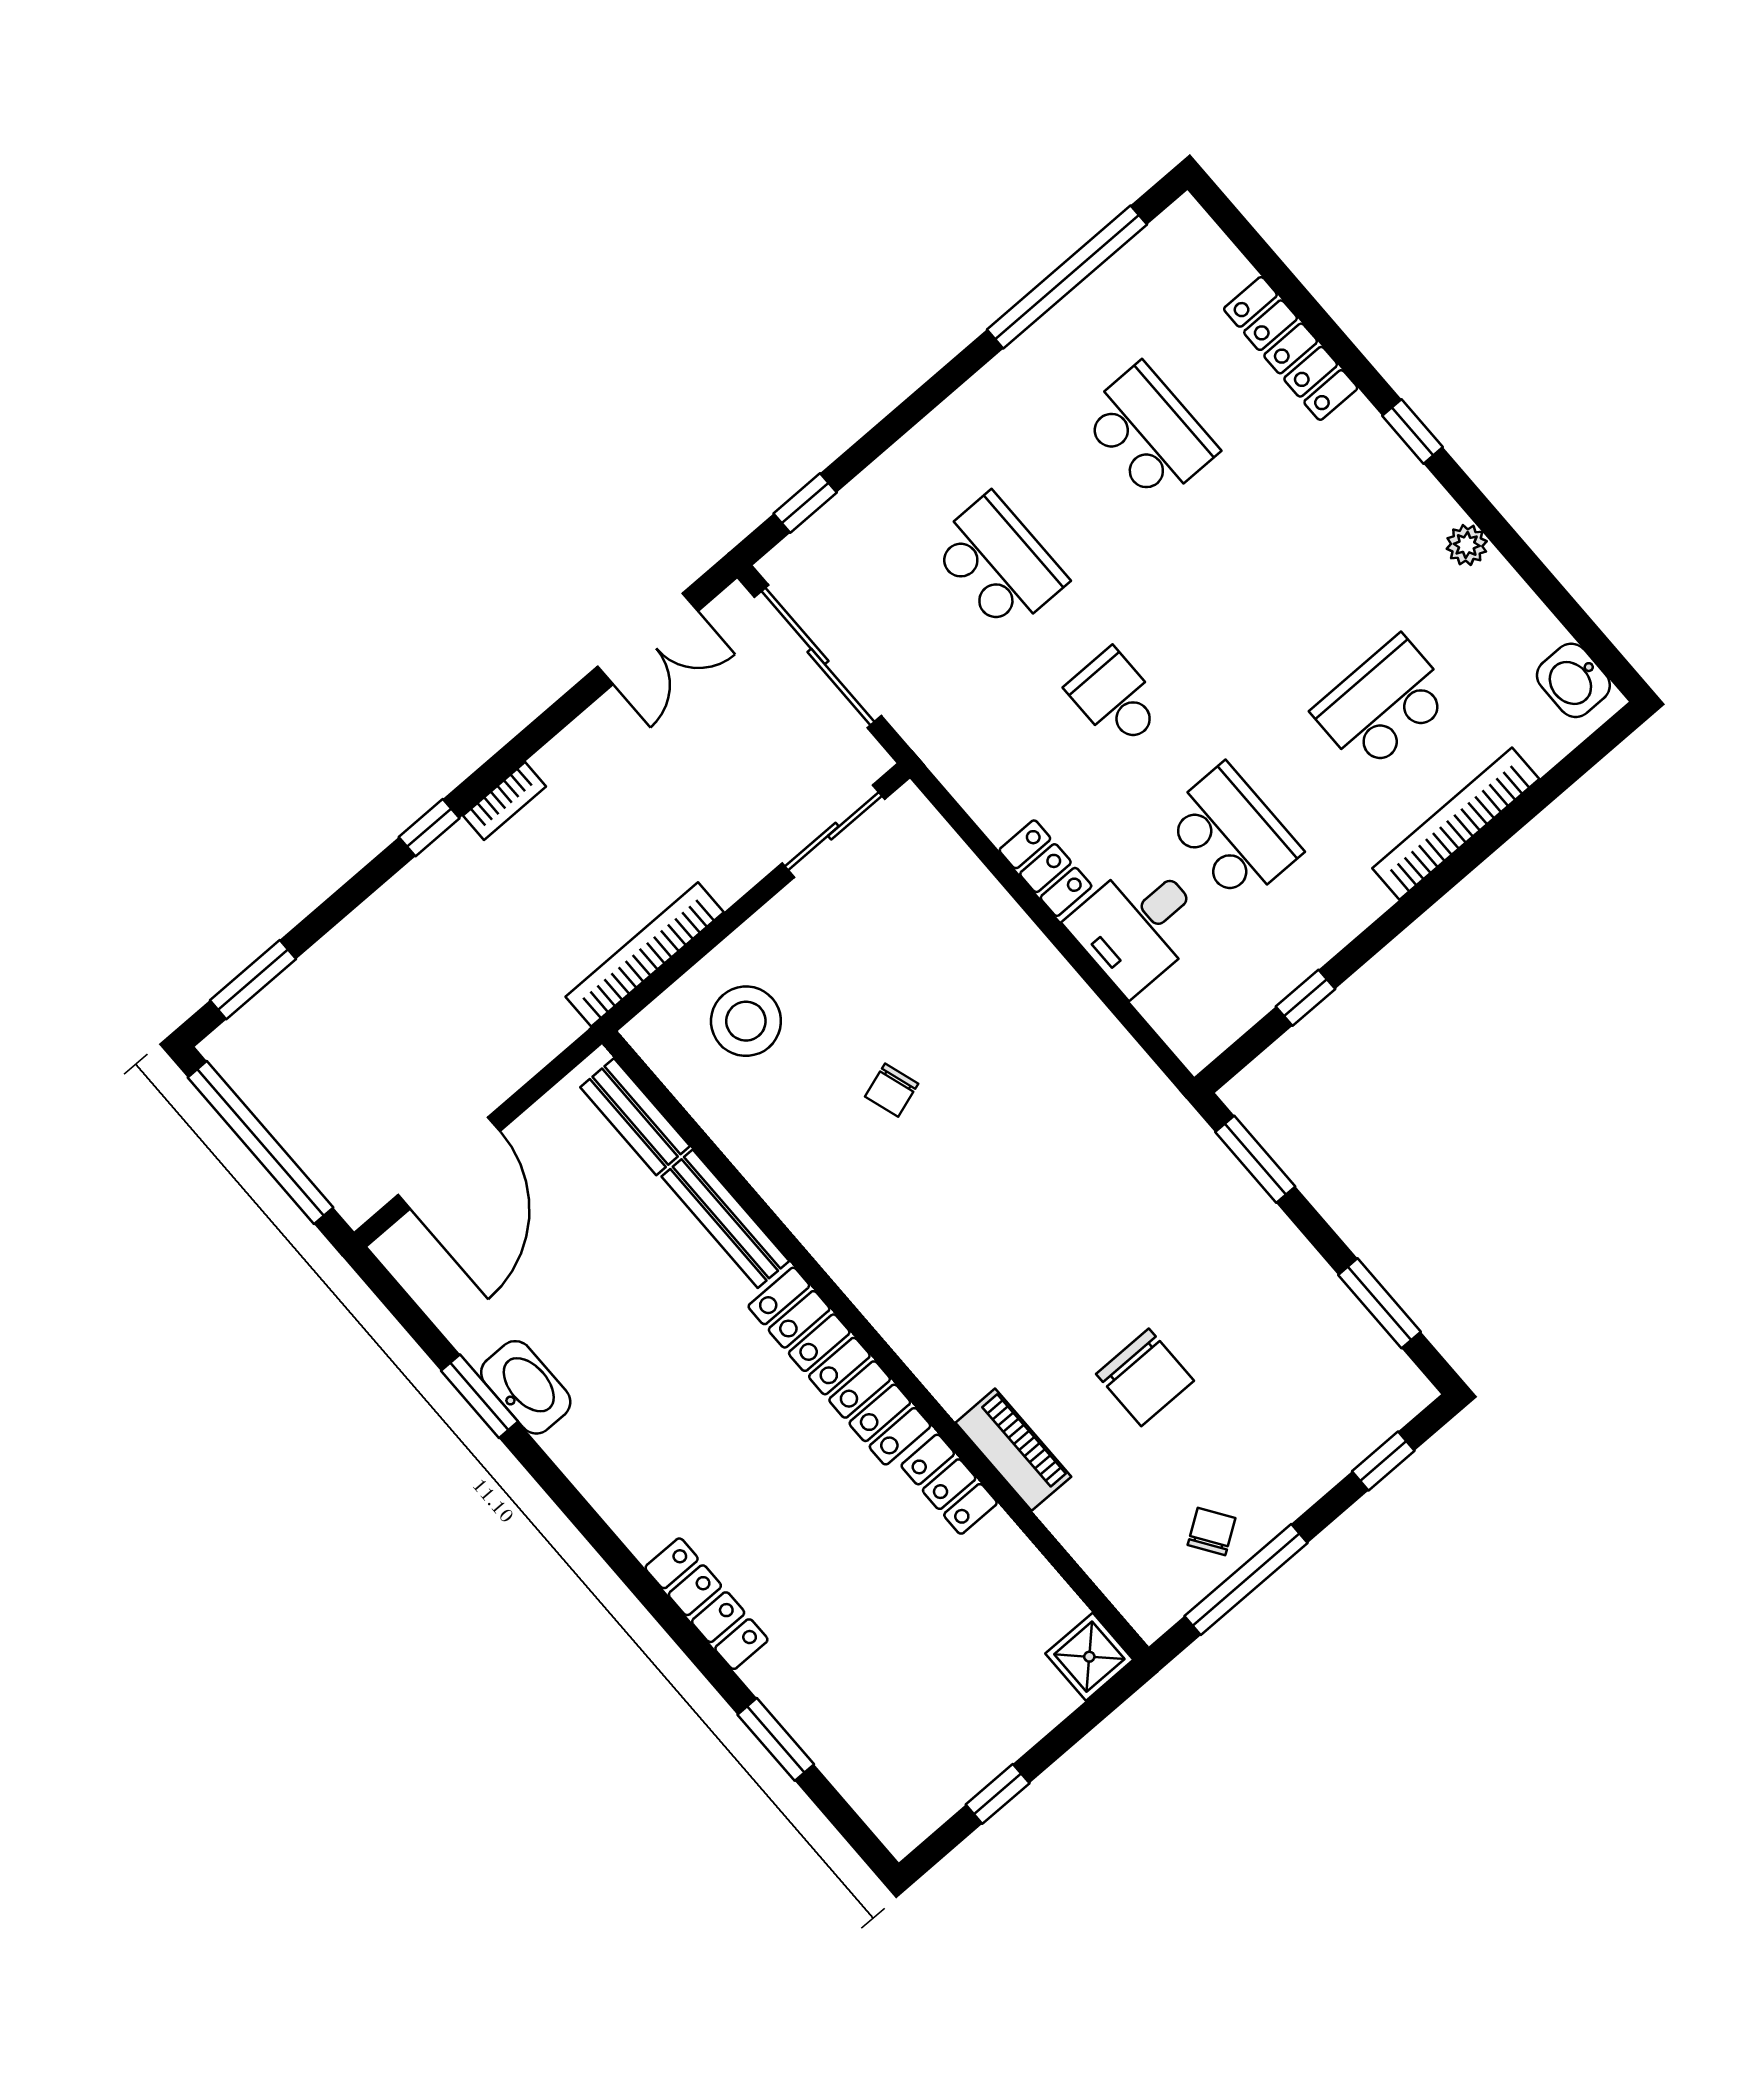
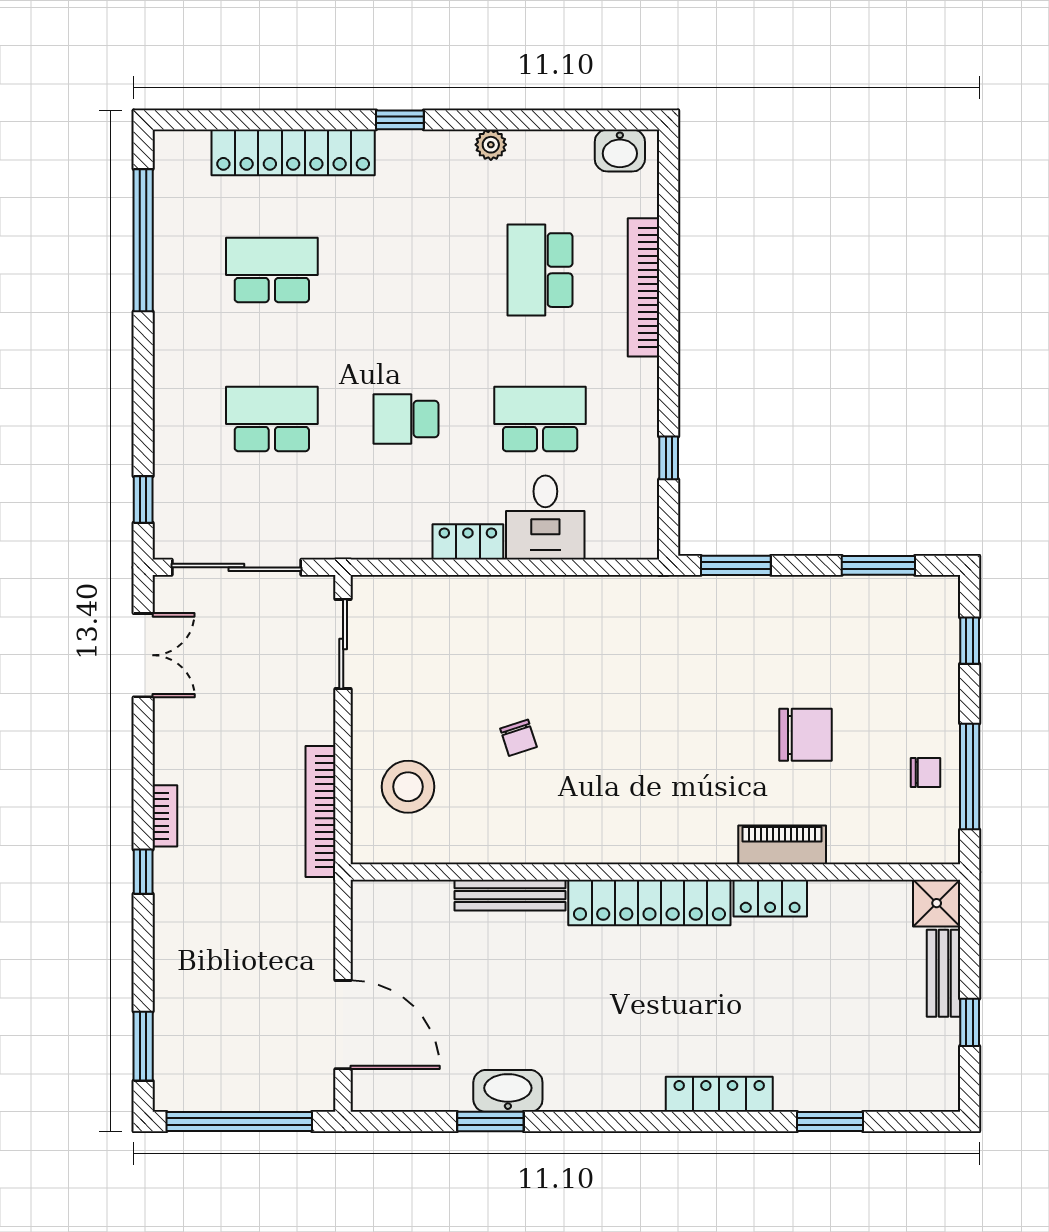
locker: (1291, 348) -> (293, 152), width x1.41, depth x1.21
bench: (635, 1117) -> (943, 973), moved, turned 90
chair: (1212, 1531) -> (925, 772), turned 124

